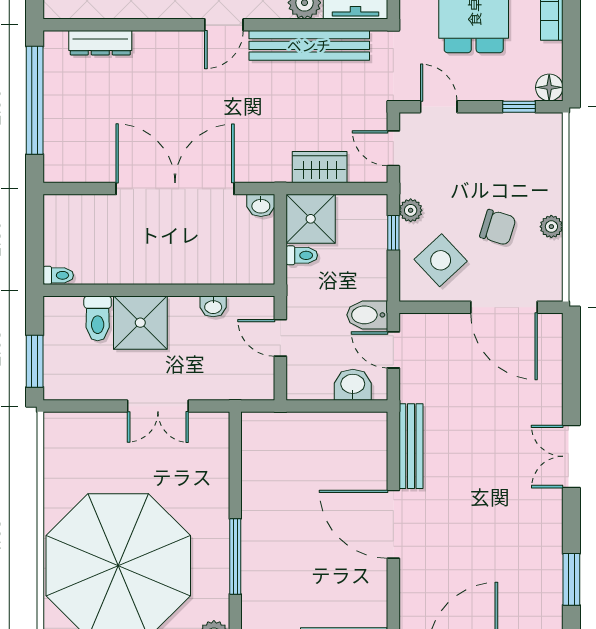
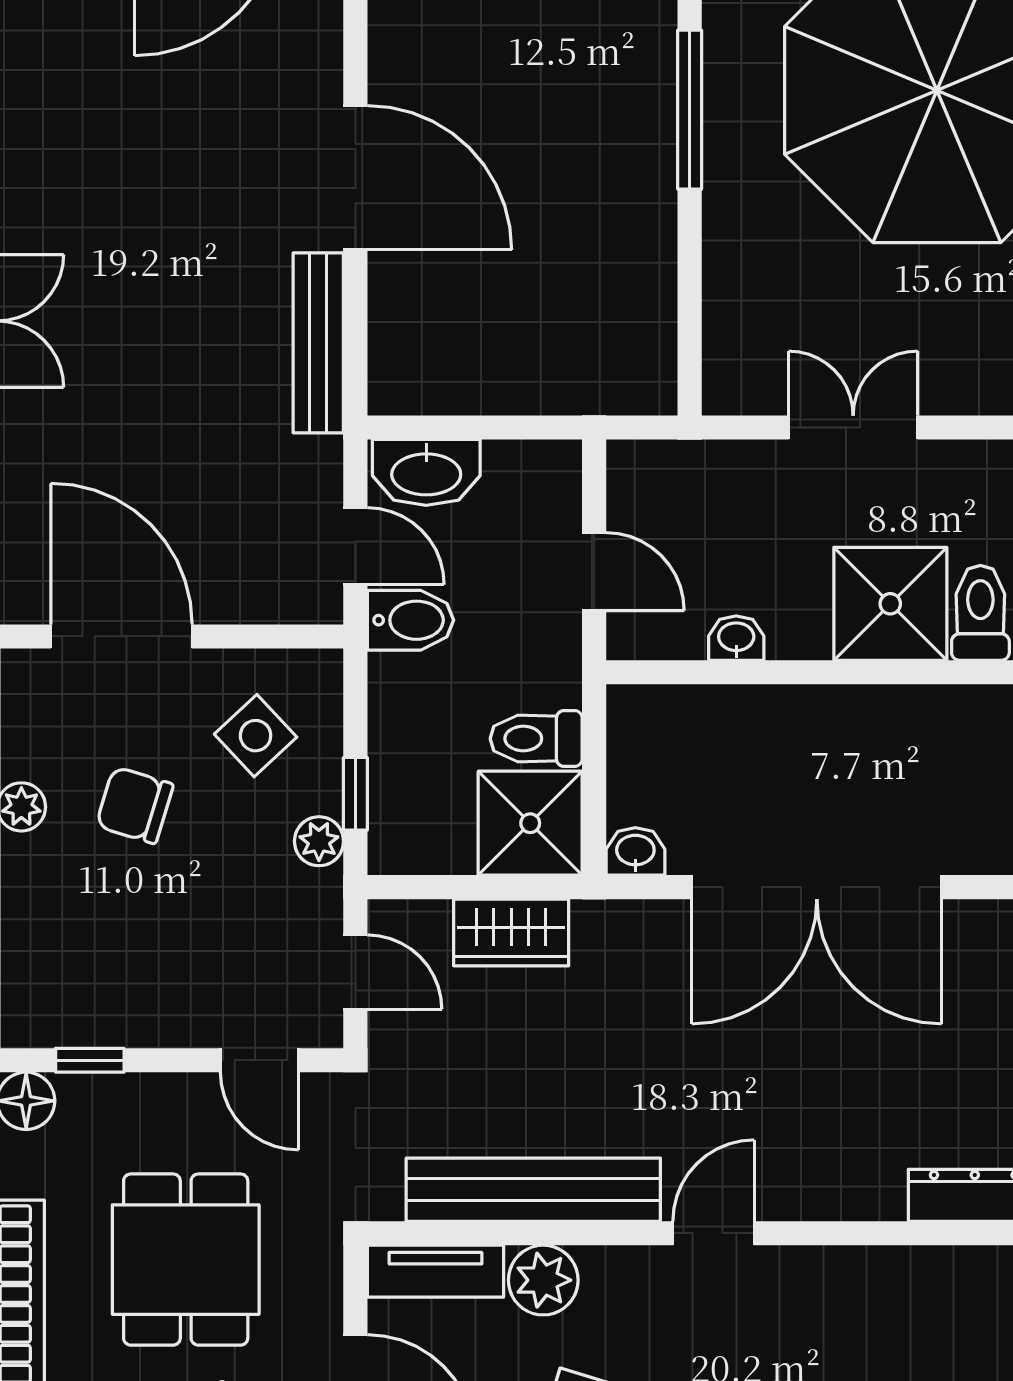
toilet: (302, 255) -> (536, 739), width x1.37, depth x1.39
side table: (441, 260) -> (256, 736), width x0.73, depth x0.73
washbasin: (353, 385) -> (426, 472), width x1.38

